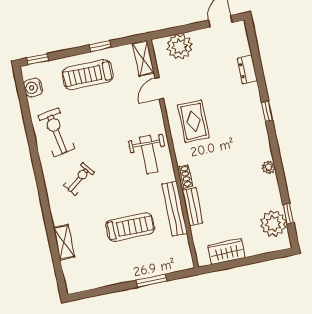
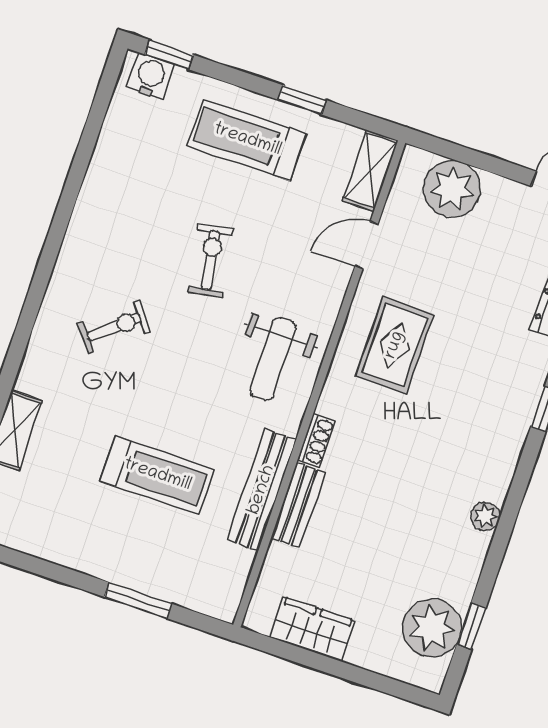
water cooler: (33, 88) -> (151, 76), moved, turned 90
exercise bike: (56, 132) -> (210, 260), moved, width x0.73, depth x0.72

